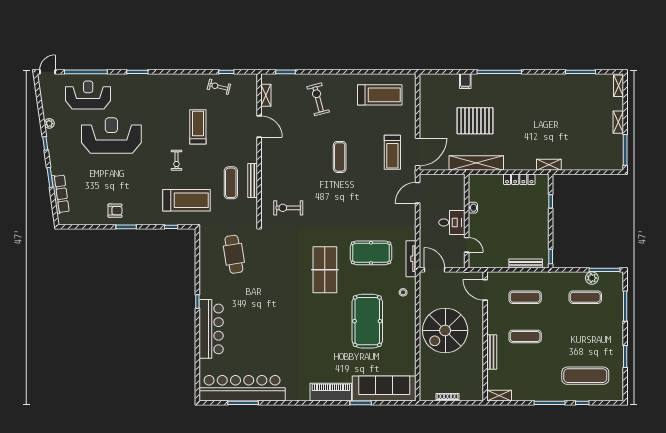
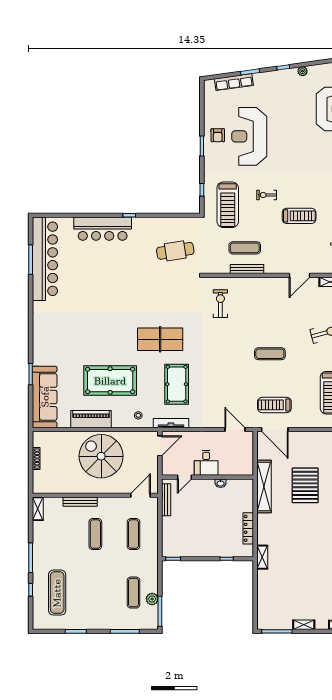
reception desk: (111, 135) -> (249, 136), moved, turned 180
bench: (526, 264) -> (166, 500), moved
piano: (331, 392) -> (91, 419), moved, turned -90

